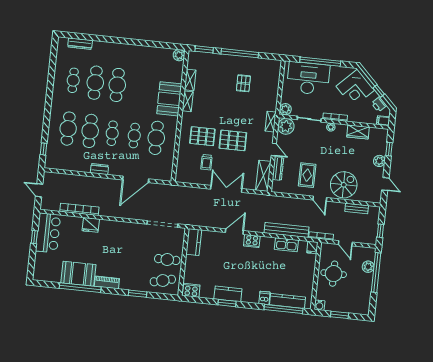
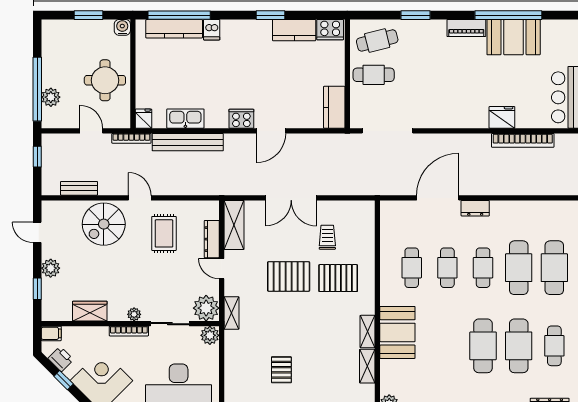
cafe table: (156, 138) -> (412, 268), width x0.73, depth x0.74
dresser: (99, 169) -> (475, 208), moved
kitchen counter: (228, 294) -> (294, 30), moved

